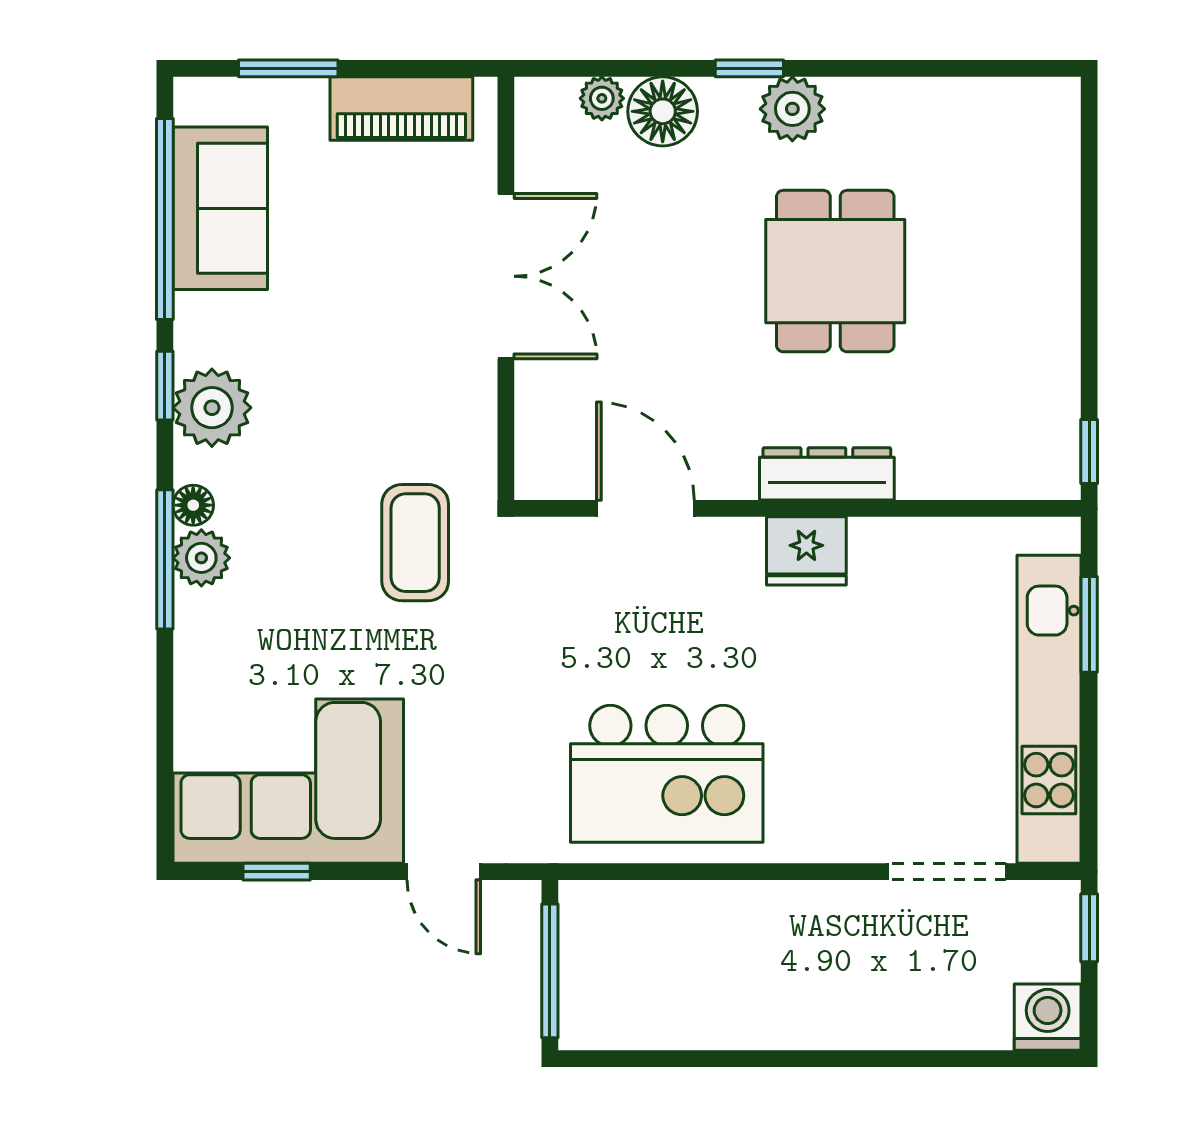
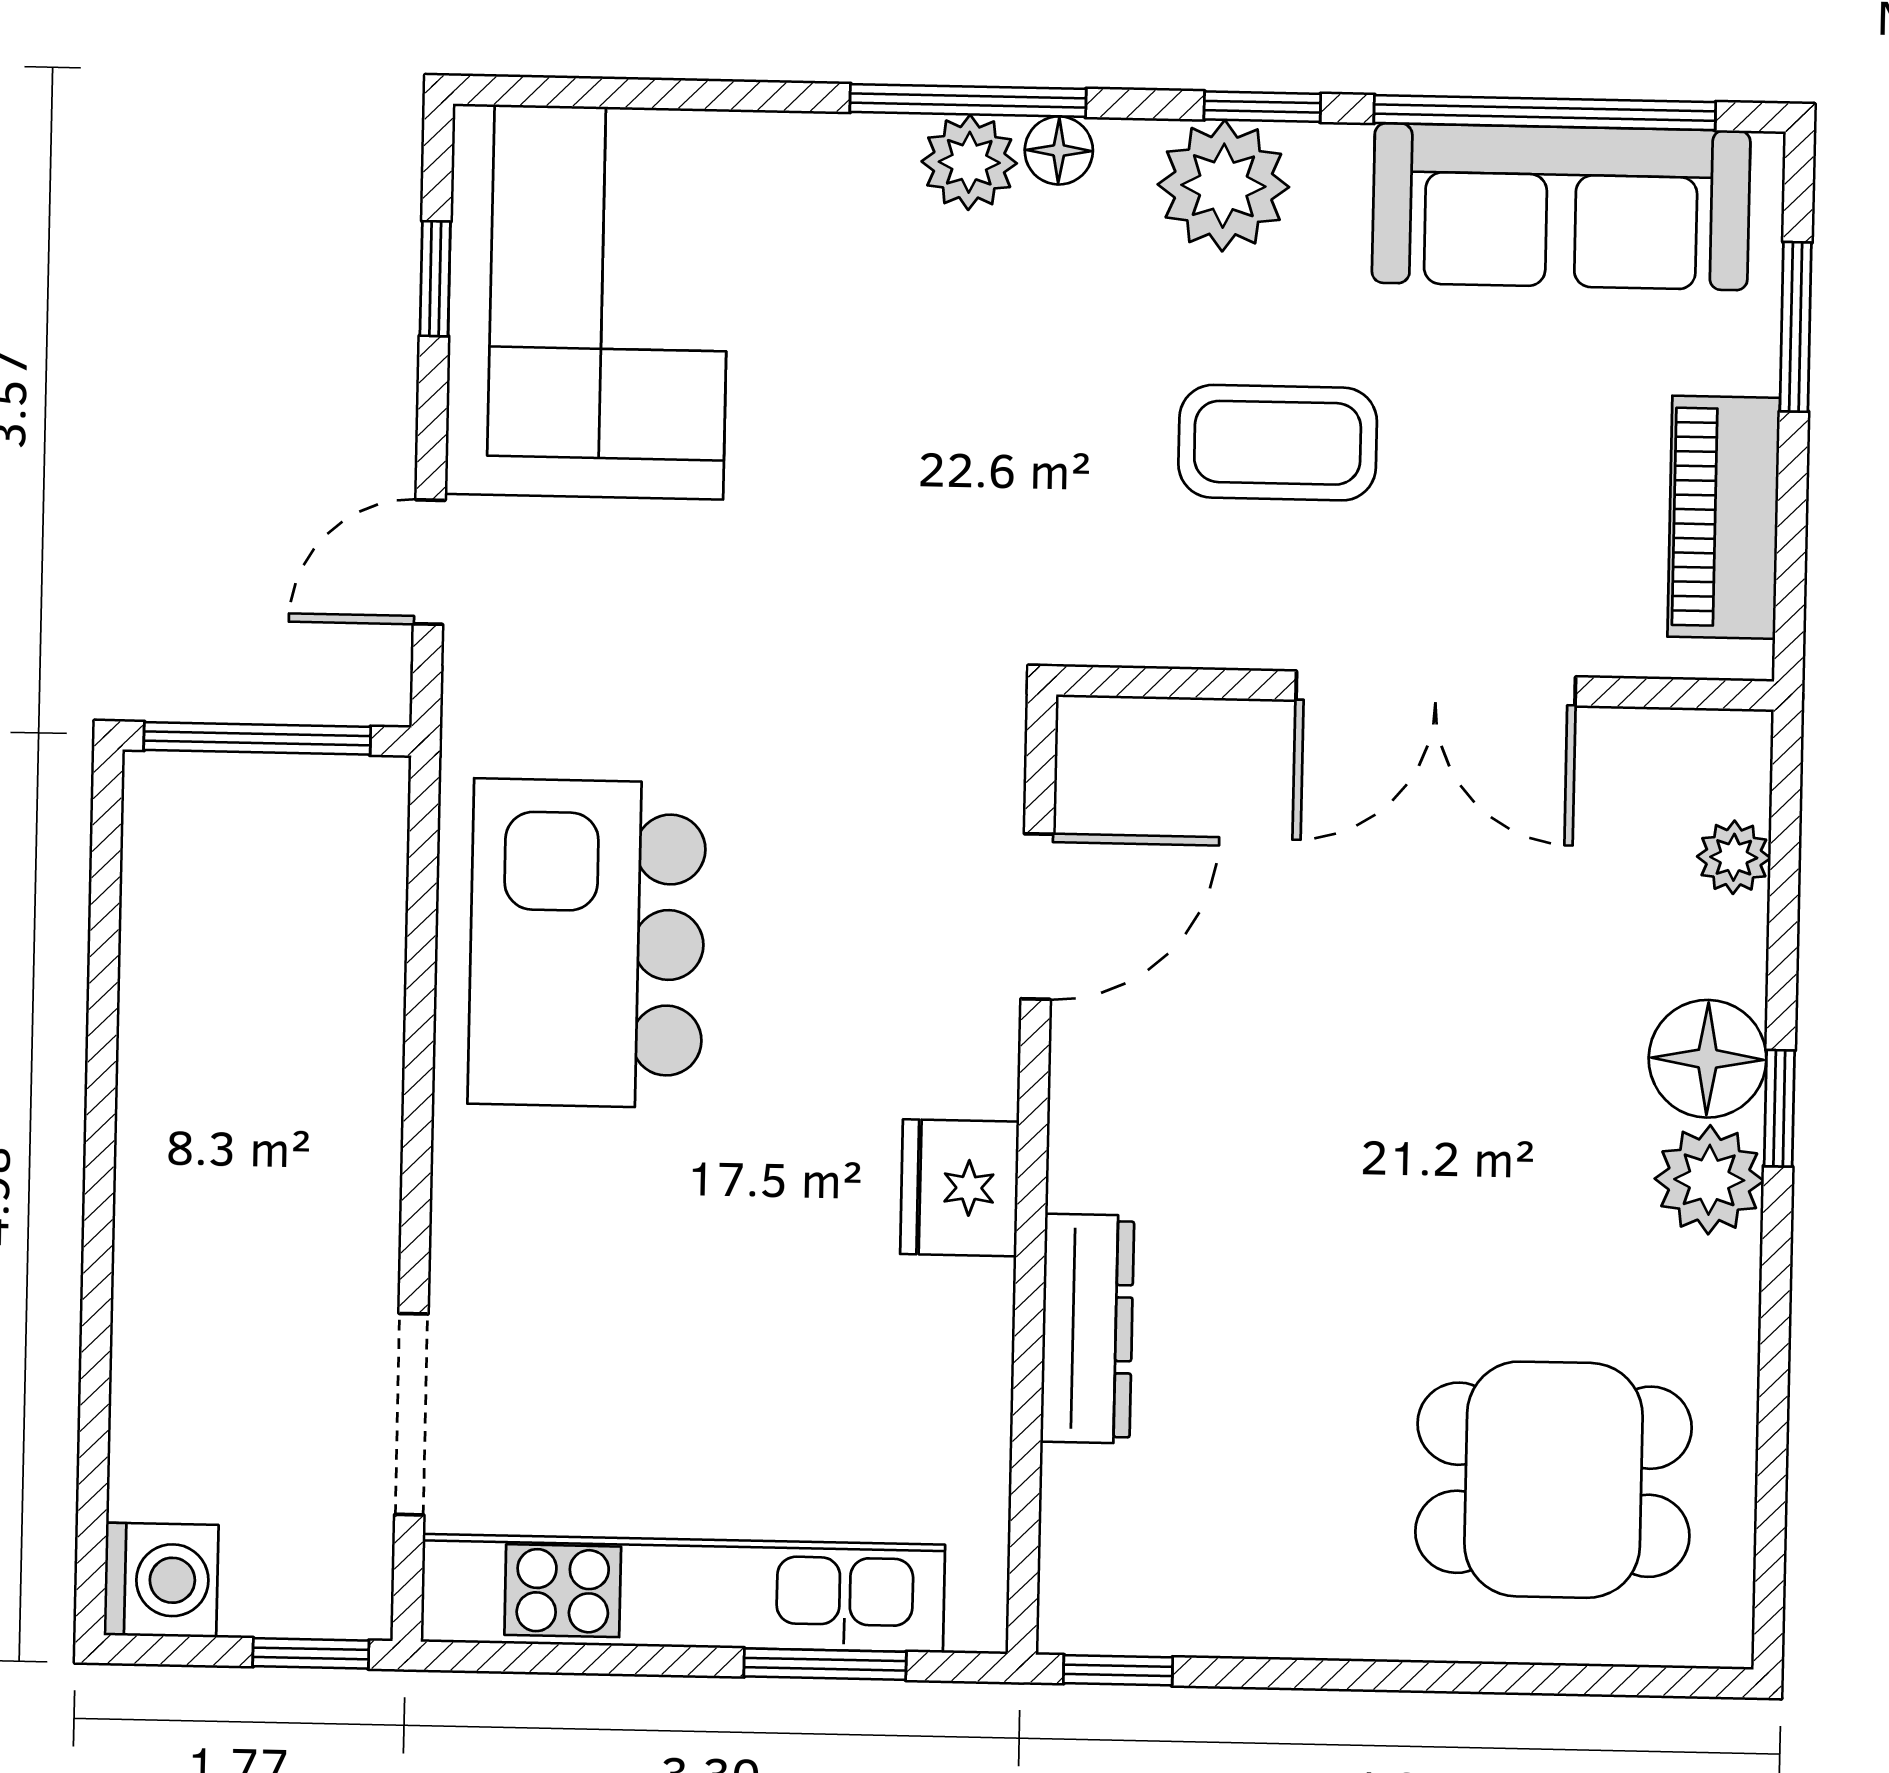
floor lamp: (663, 111) -> (1707, 1059), moved
sofa: (220, 208) -> (1561, 207), width x1.36
dining table: (835, 271) -> (1554, 1480), moved
dresser: (827, 474) -> (1087, 1329), moved
coffee table: (415, 543) -> (1278, 443), moved

